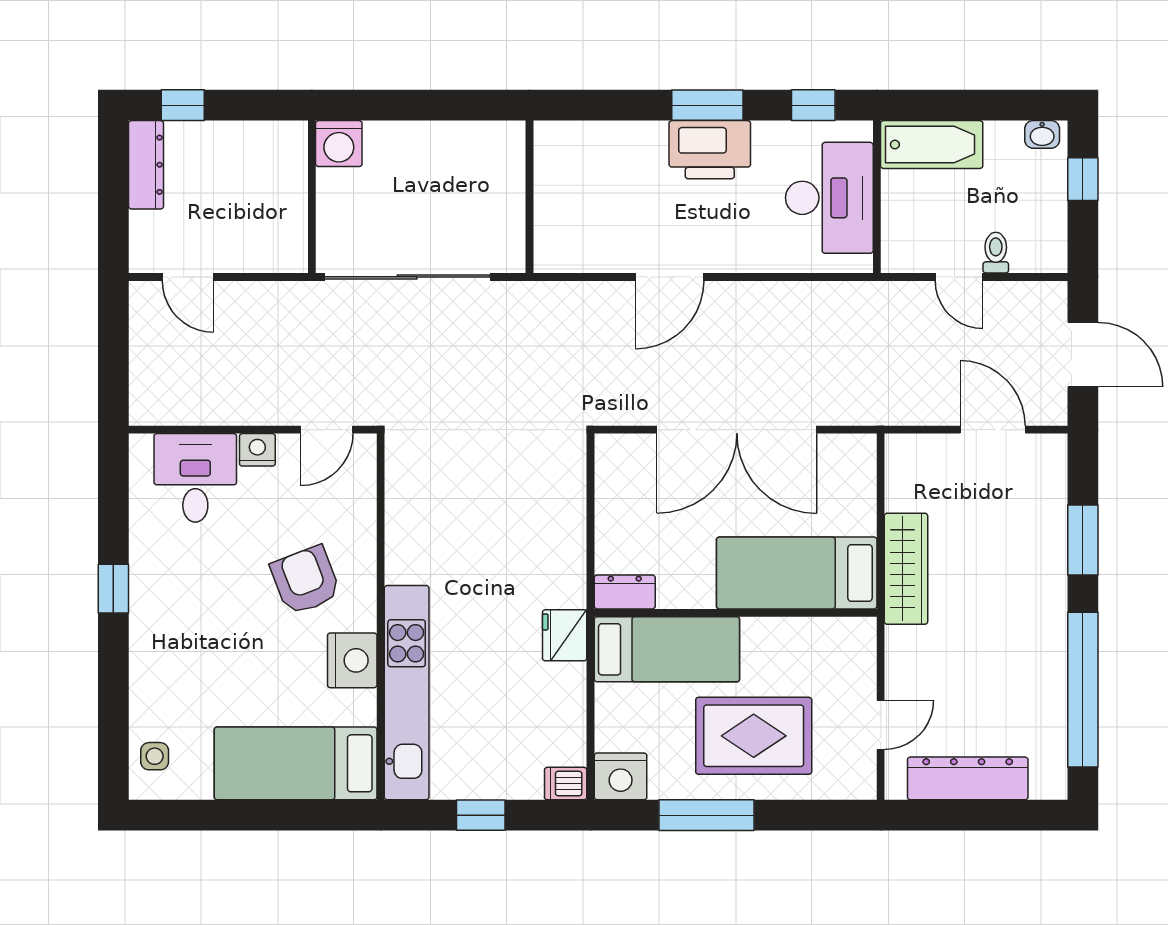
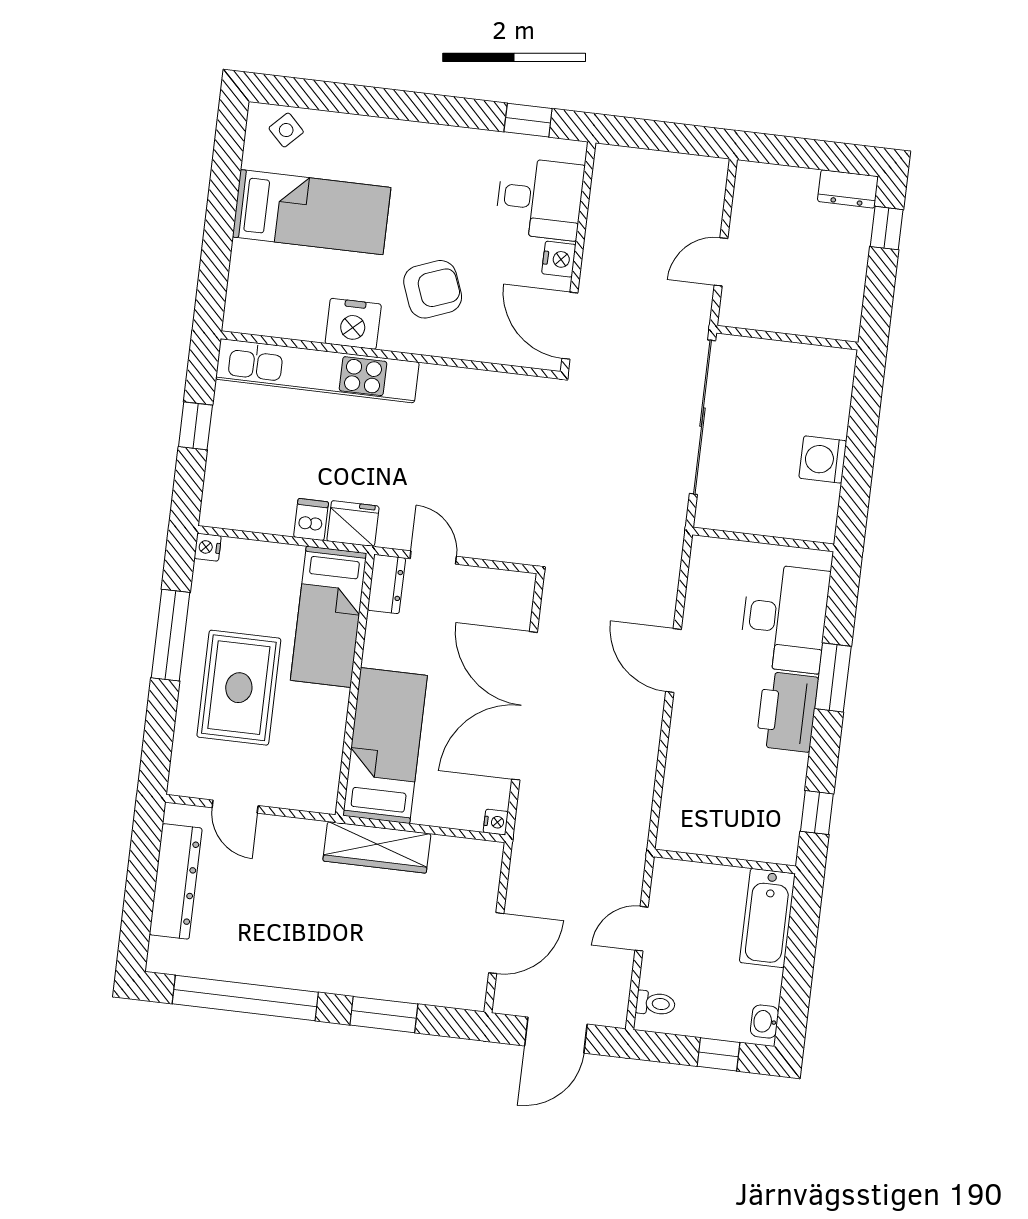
window: (707, 105) -> (833, 677), moved
washing machine: (339, 144) -> (823, 459), moved
dresser: (146, 165) -> (848, 189), width x0.70
desk: (829, 198) -> (785, 618), moved, turned -90
toilet: (996, 253) -> (655, 1003), moved
door: (188, 277) -> (721, 262), moved
door: (327, 430) -> (570, 326), width x1.38
nightstand: (864, 446) -> (496, 822), added
door: (591, 545) -> (433, 557), added
window: (113, 589) -> (528, 120), moved
side table: (155, 756) -> (286, 130), turned 45
bed: (296, 763) -> (312, 212), moved, turned 90
nightstand: (621, 776) -> (208, 547), width x0.53, depth x0.56
dishwasher: (566, 784) -> (311, 519), moved

